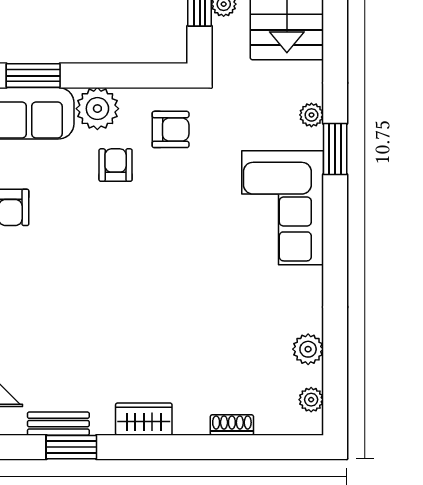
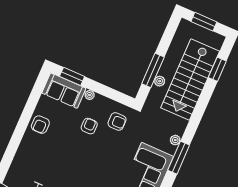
plant: (97, 109) -> (90, 95), width x0.53, depth x0.53
window: (335, 149) -> (179, 158), width x1.44

